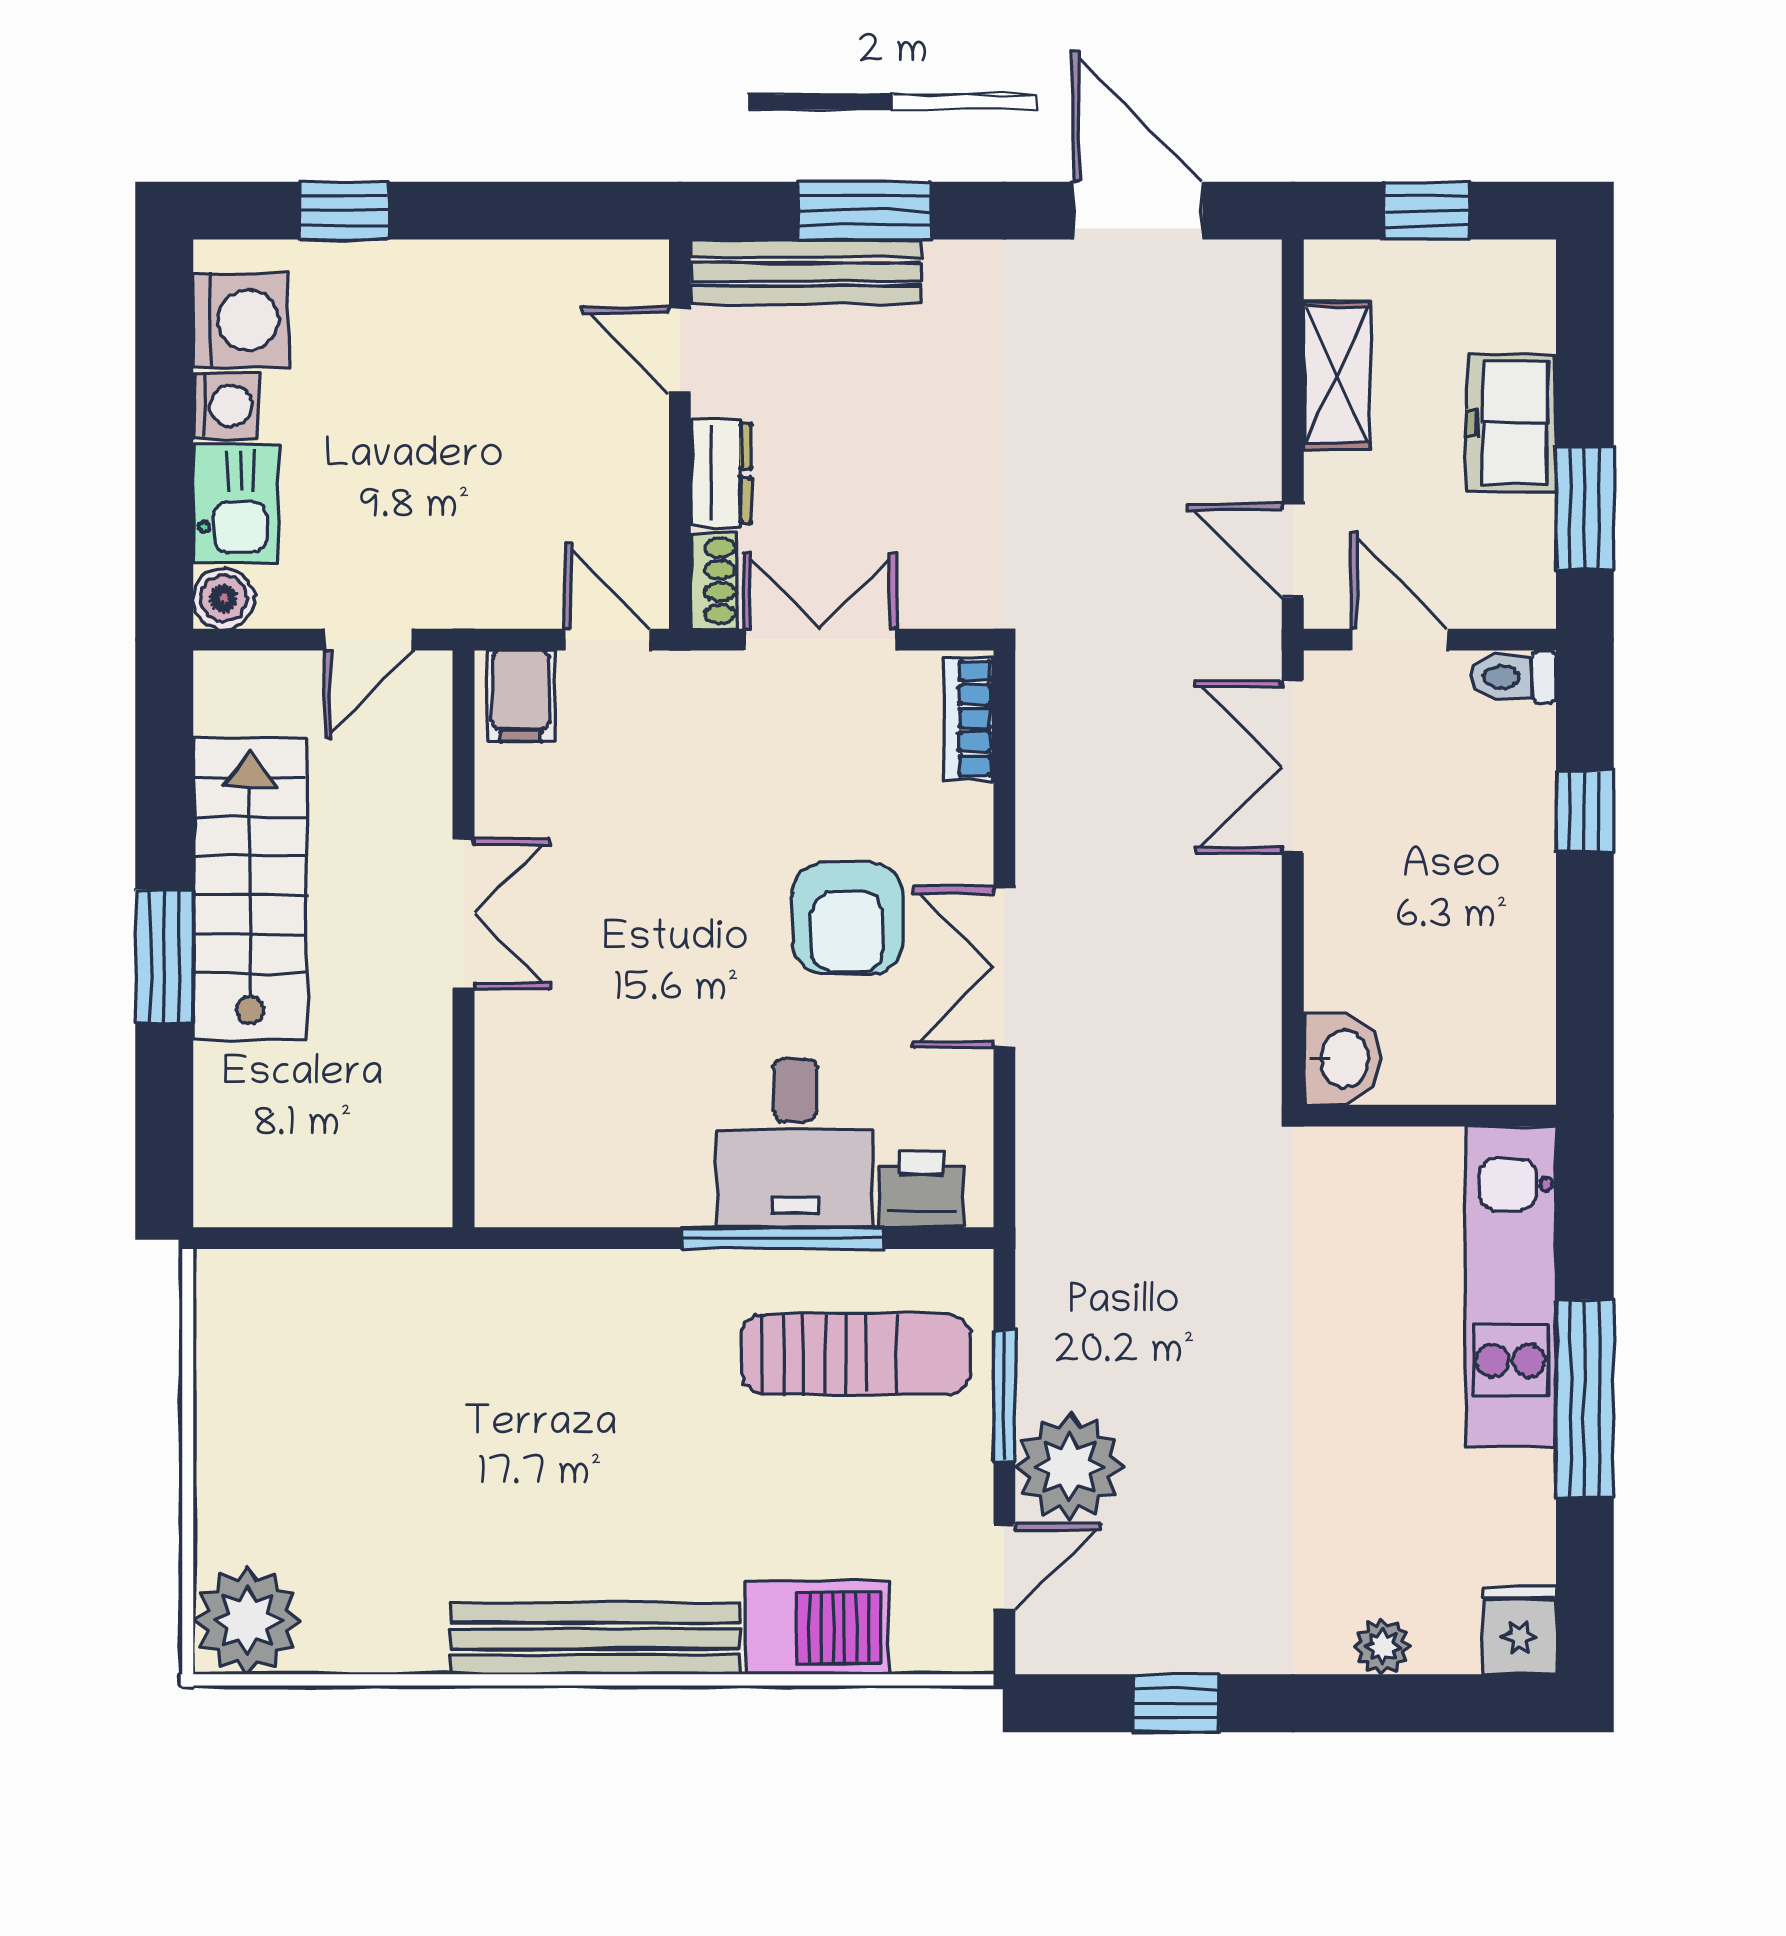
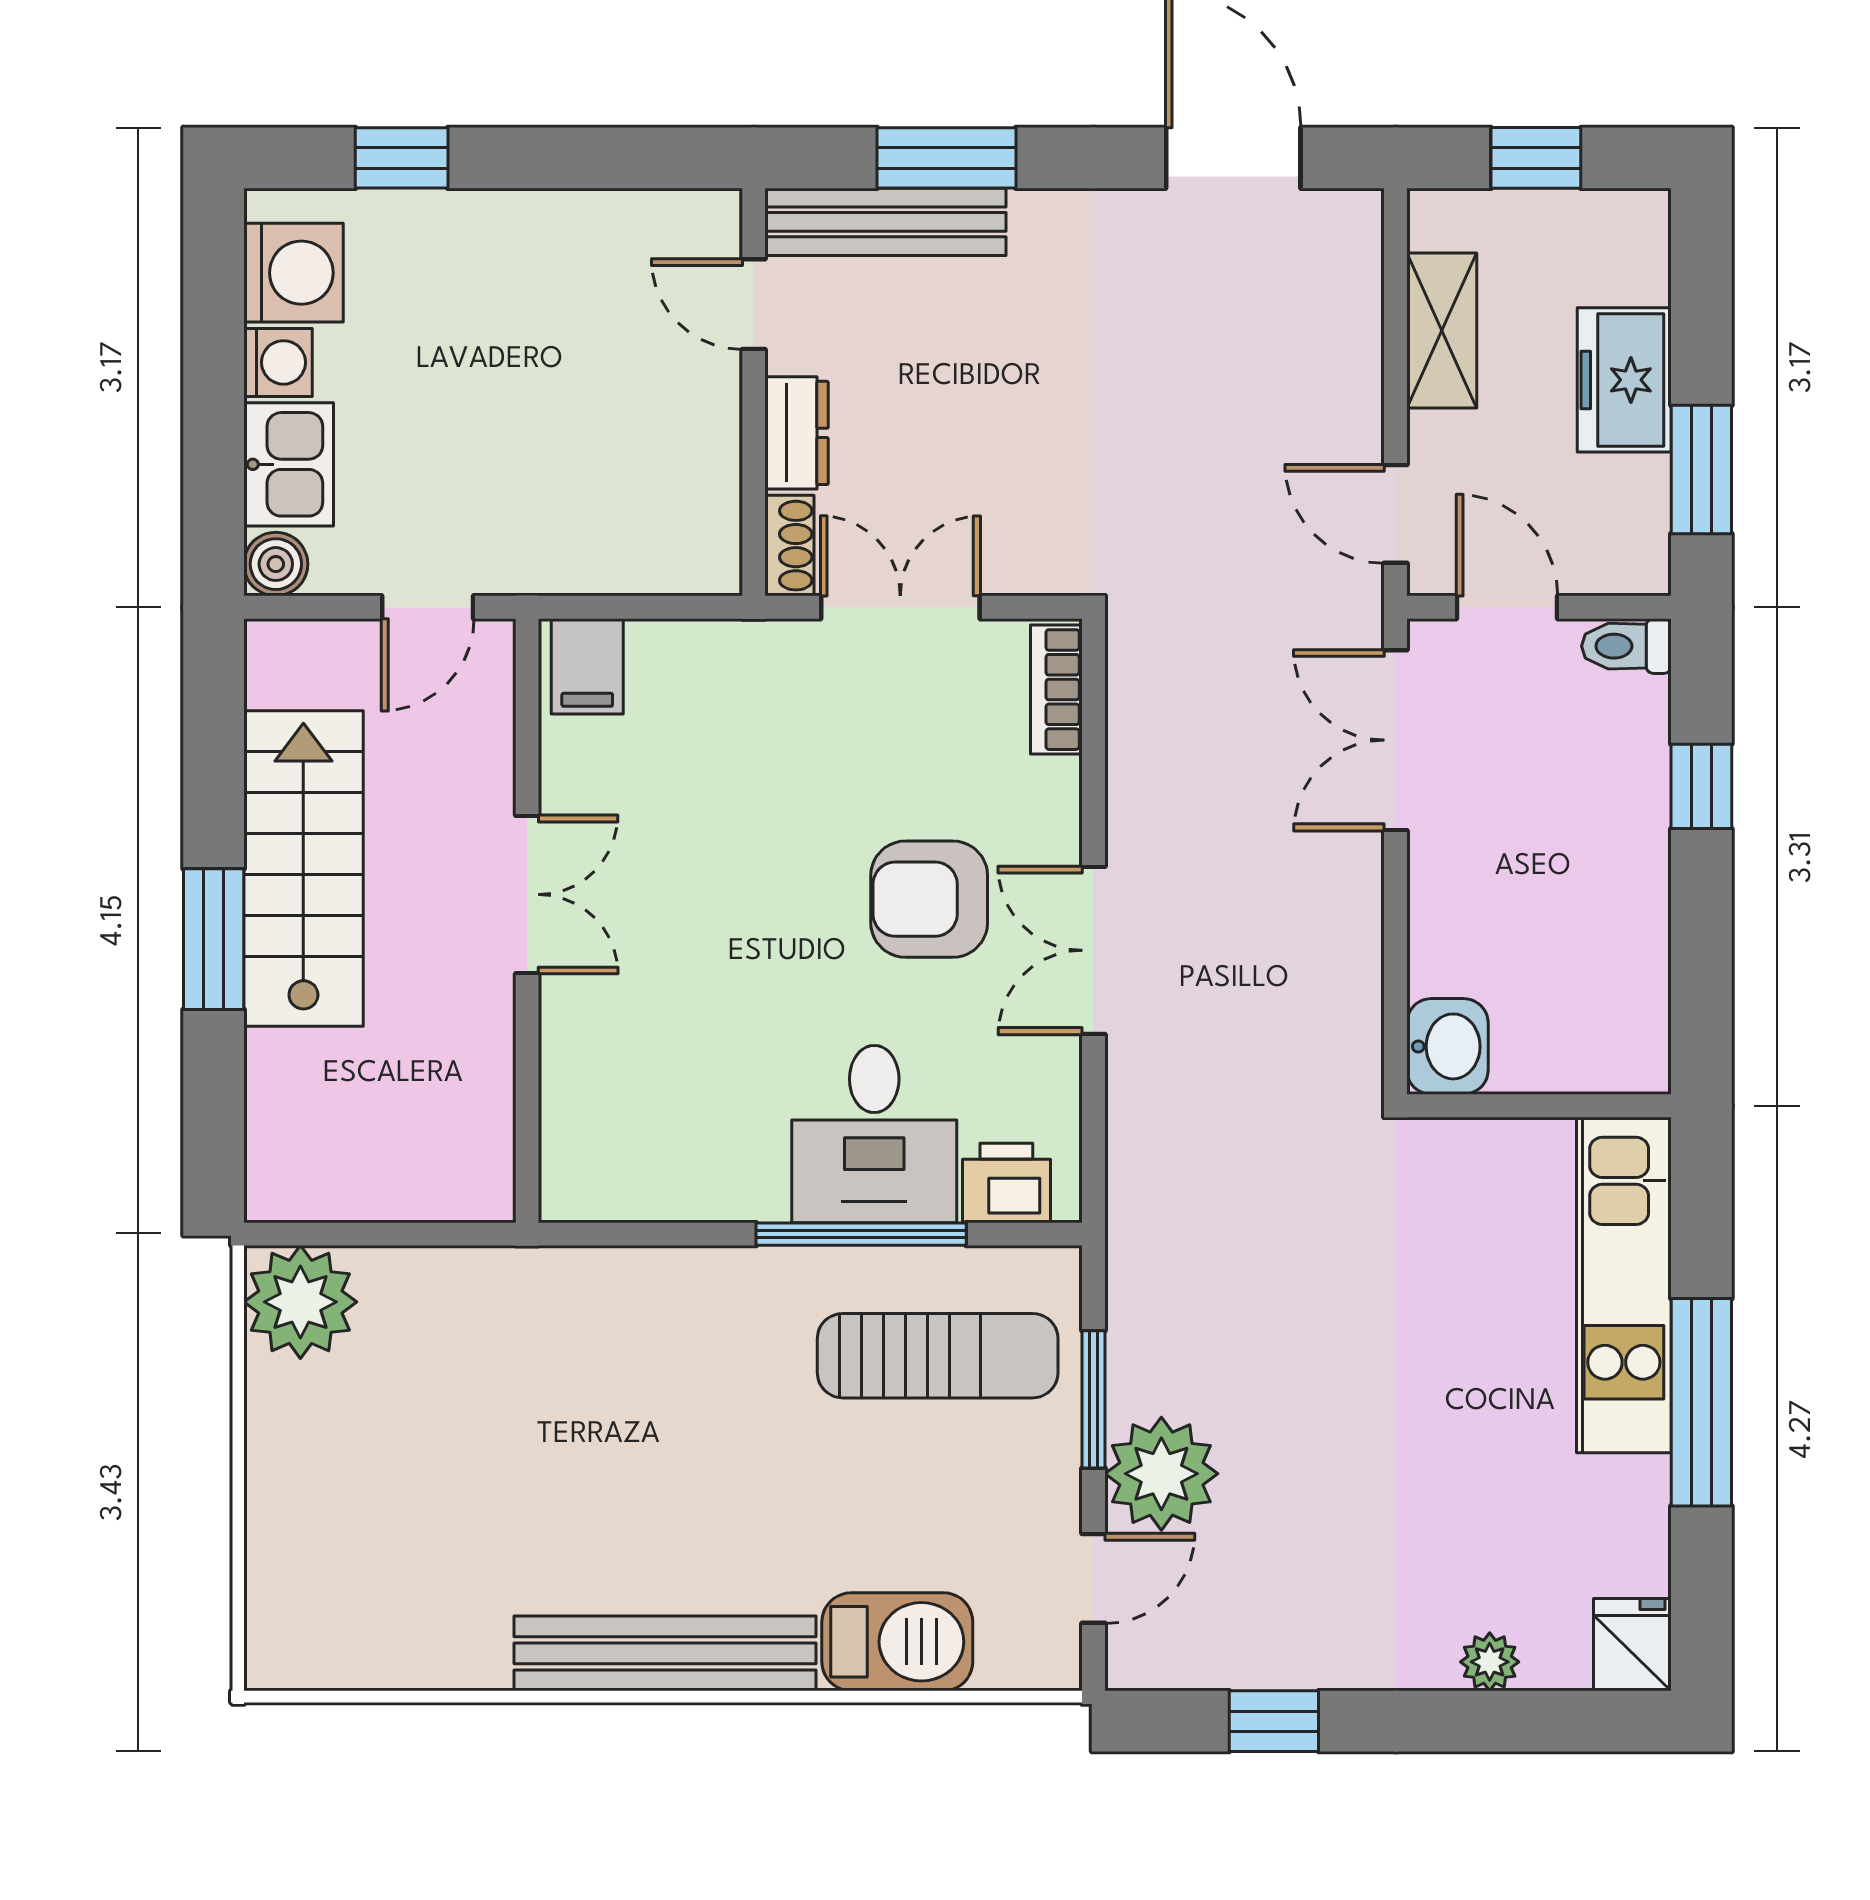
door: (607, 640) -> (678, 607), removed
armchair: (847, 918) -> (929, 899), turned 90
plant: (247, 1620) -> (300, 1302), moved

